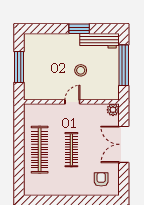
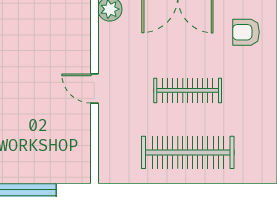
stool: (81, 70) -> (33, 72), removed

